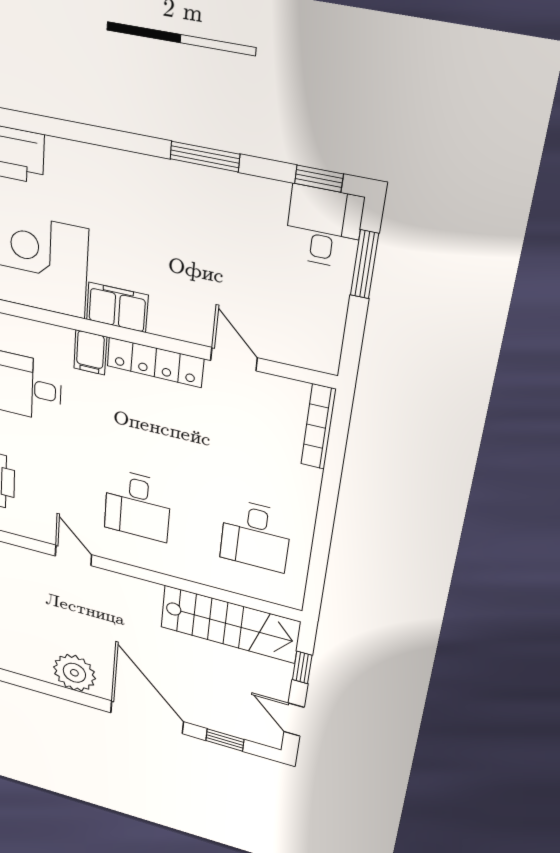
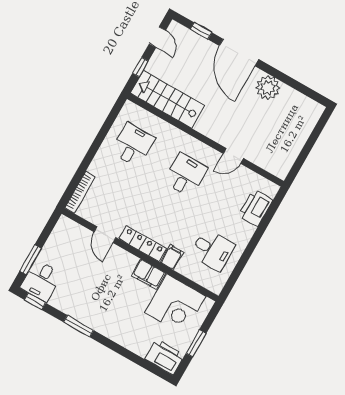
door: (73, 555) -> (233, 156), hinge flipped

